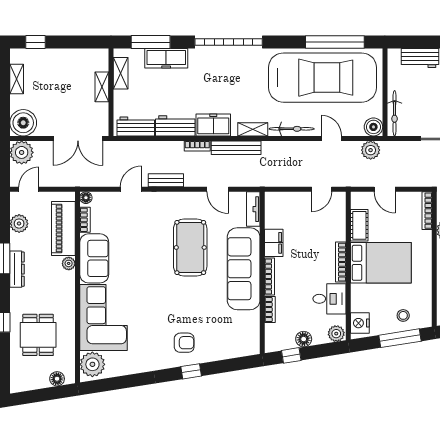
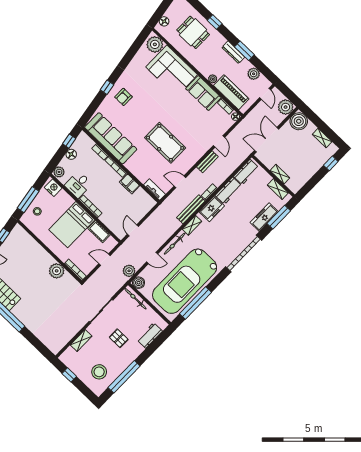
sofa: (244, 269) -> (111, 138), moved

